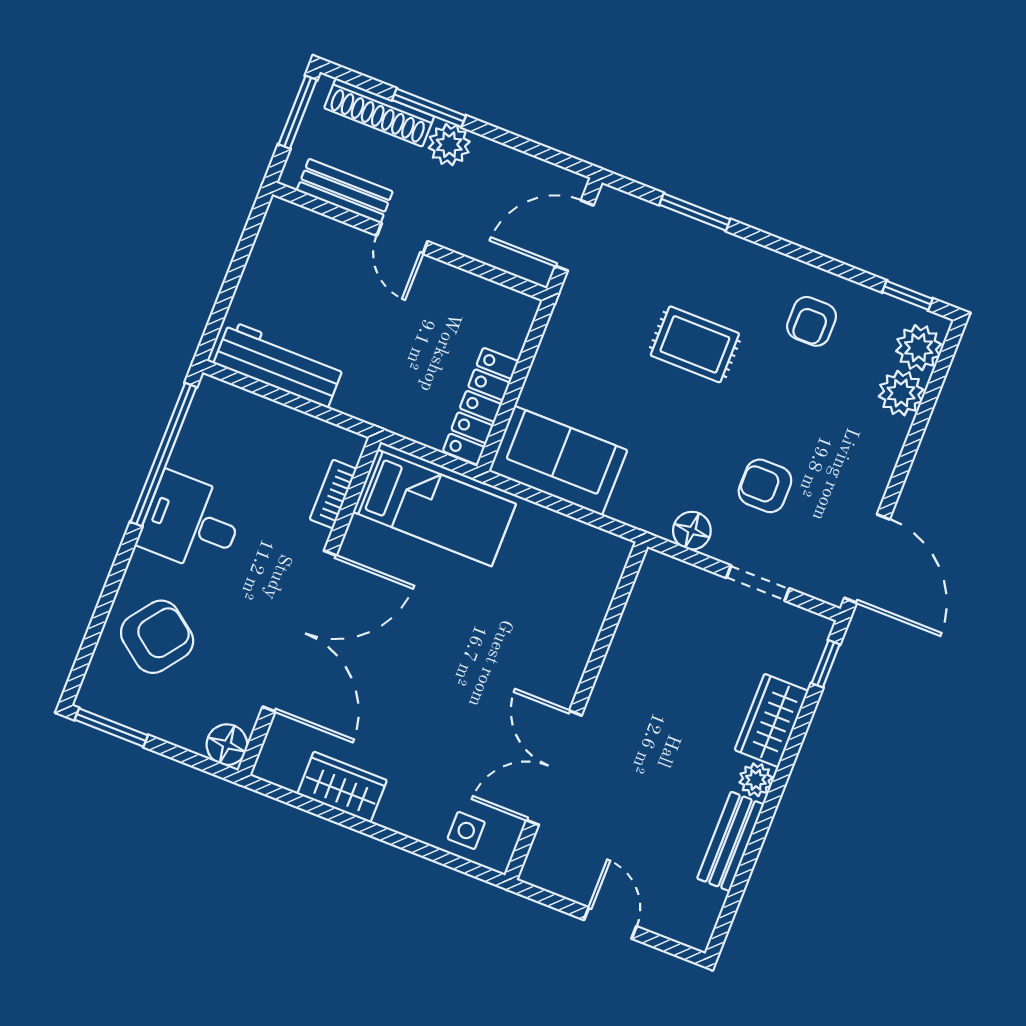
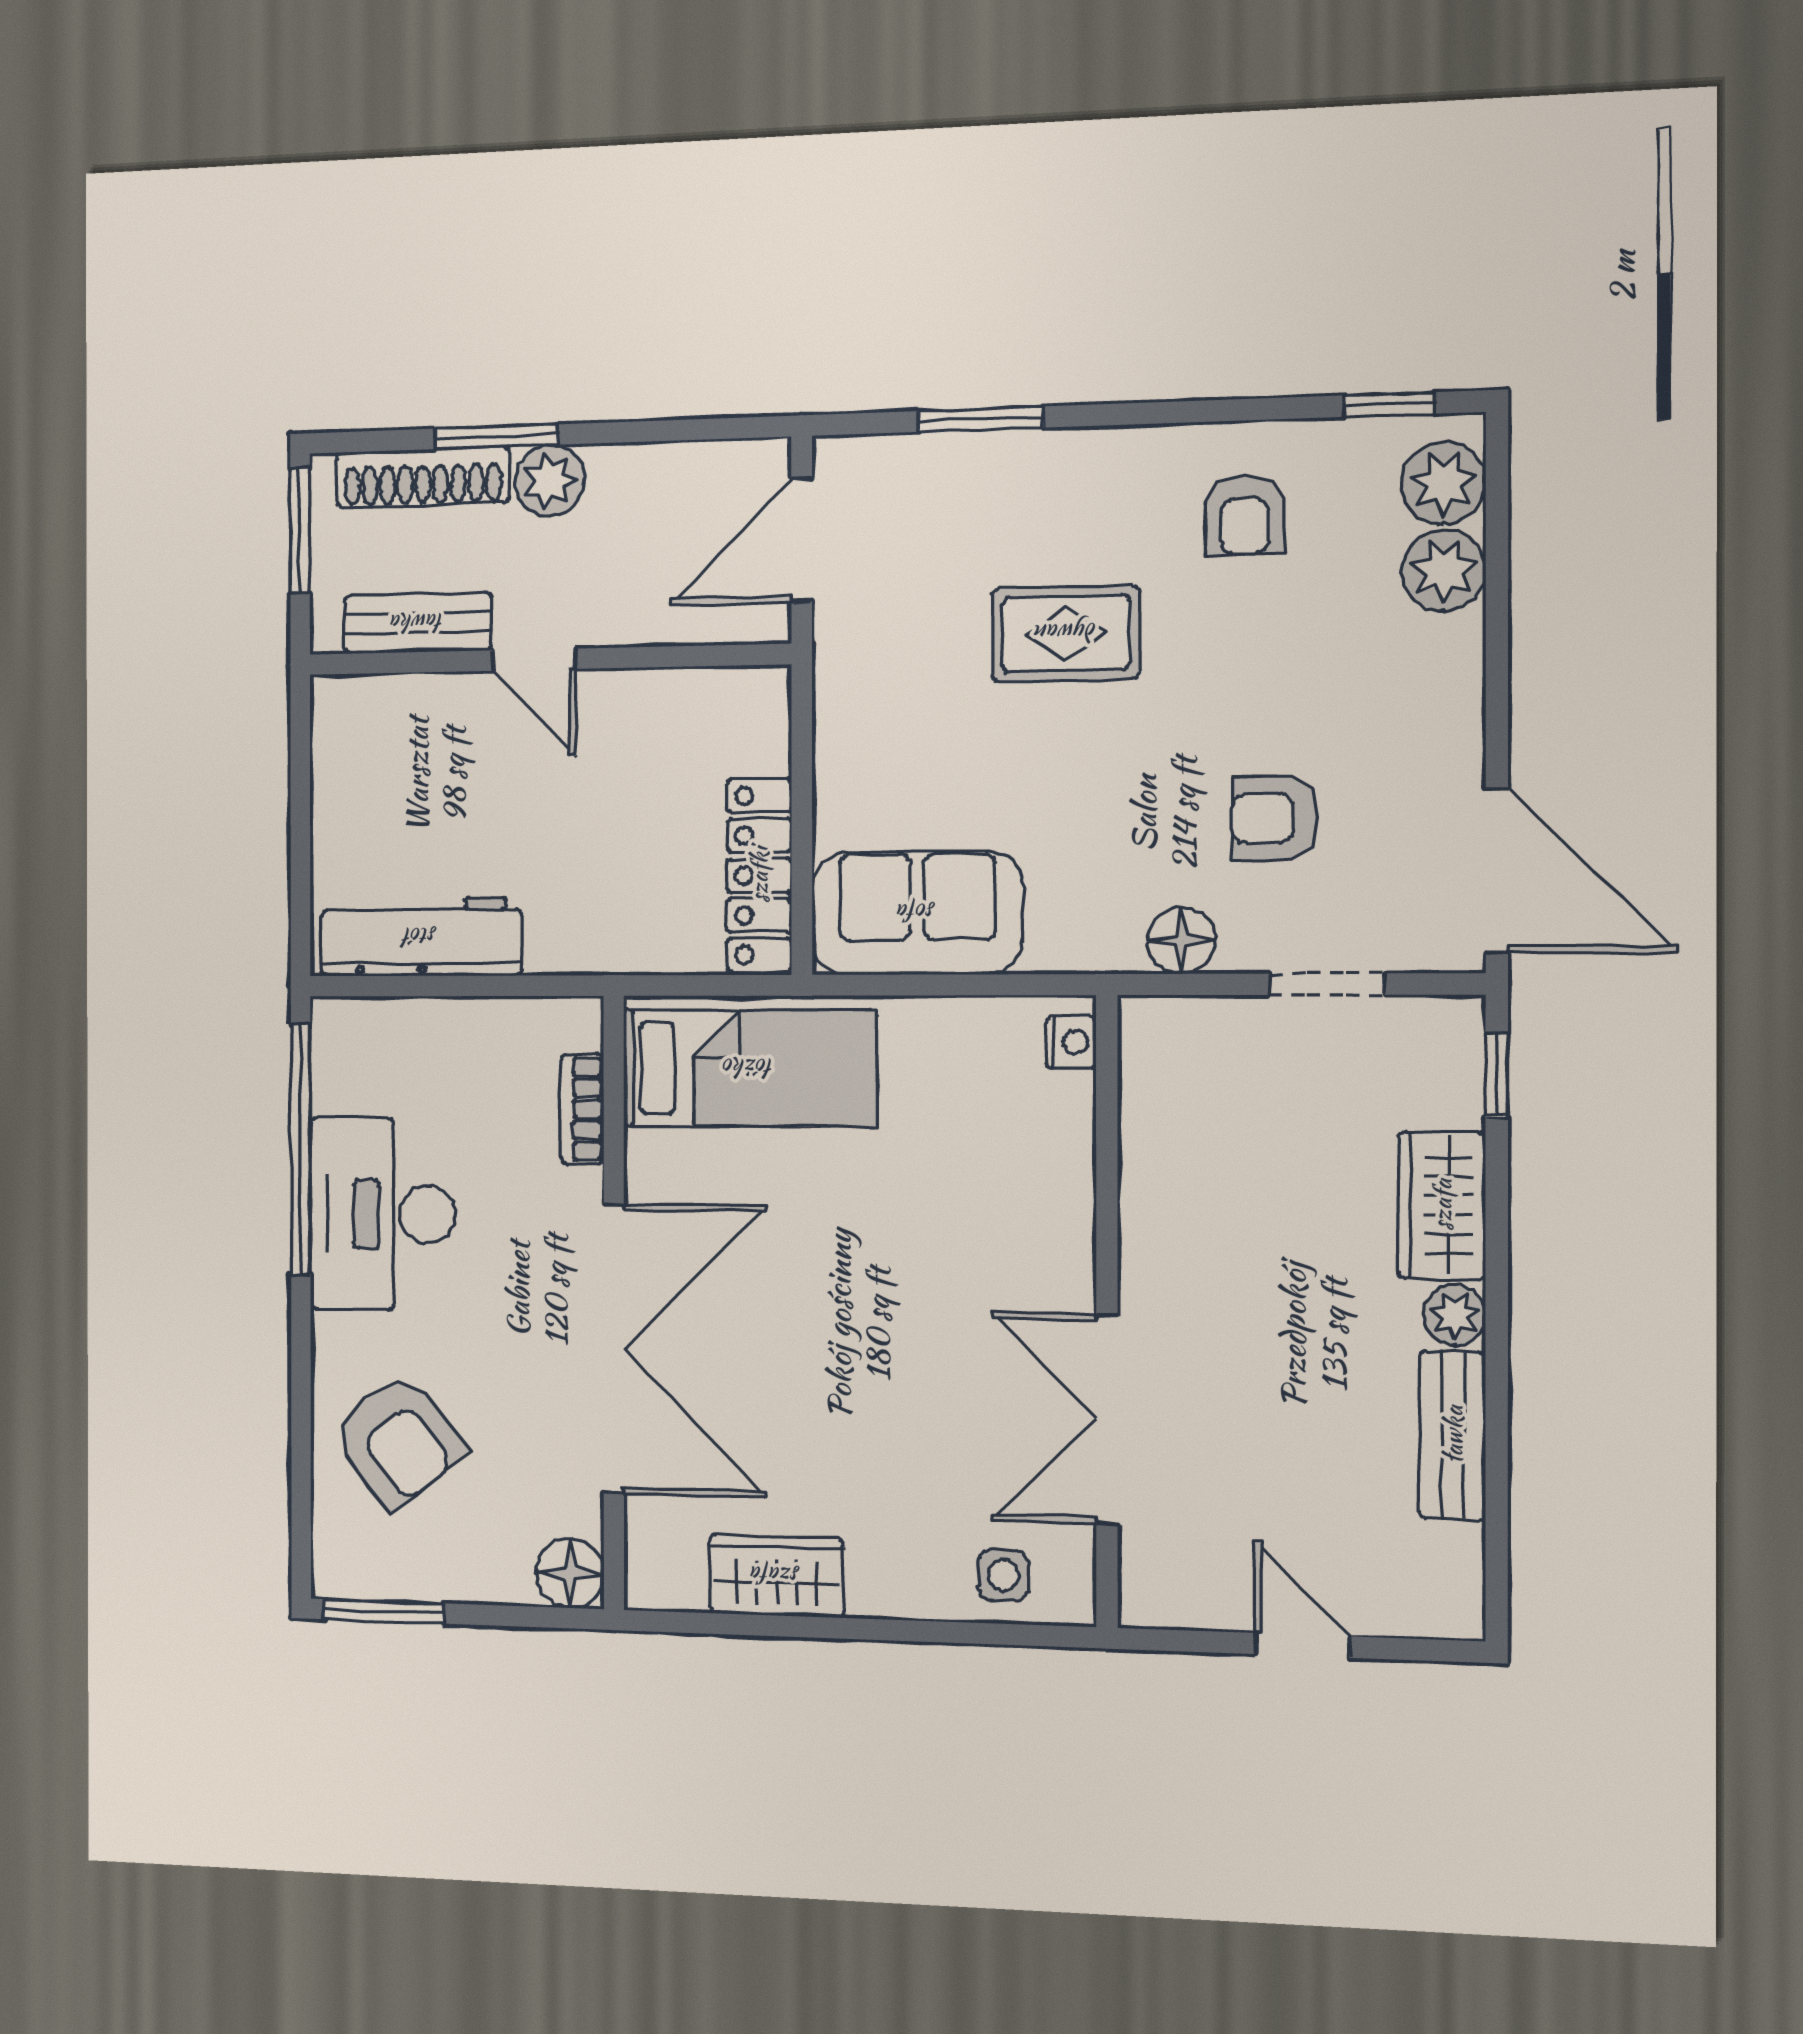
desk: (191, 523) -> (383, 1214), width x1.37
nightstand: (613, 562) -> (1071, 1042), added
armchair: (157, 637) -> (399, 1441), turned 104

